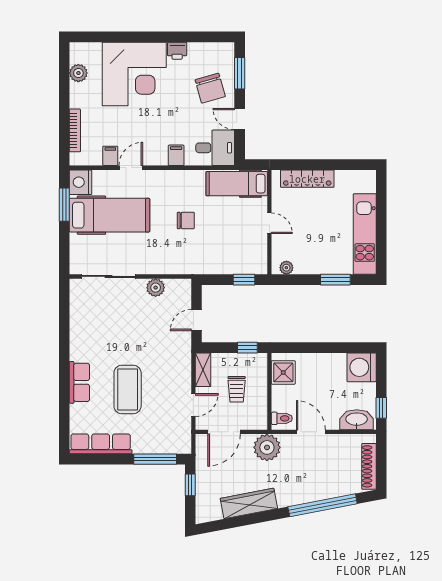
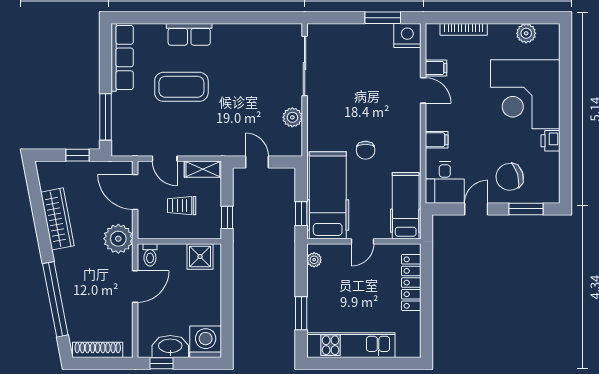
hospital bed: (110, 215) -> (328, 195), moved, turned 180
washbasin: (357, 420) -> (170, 346), moved, turned -90

